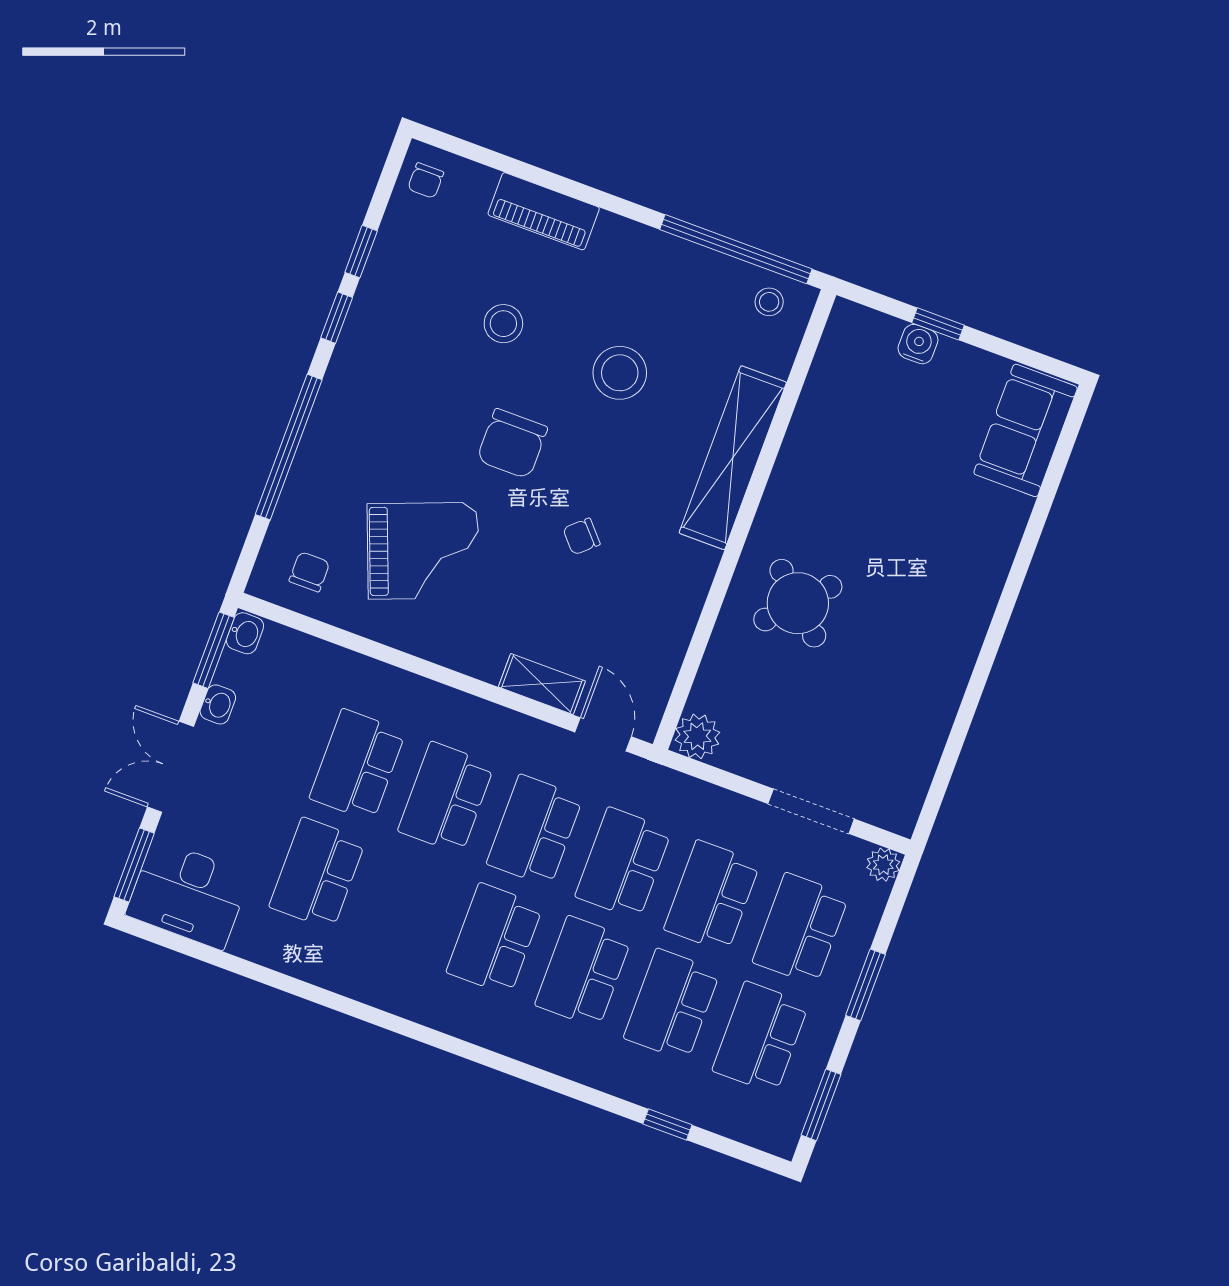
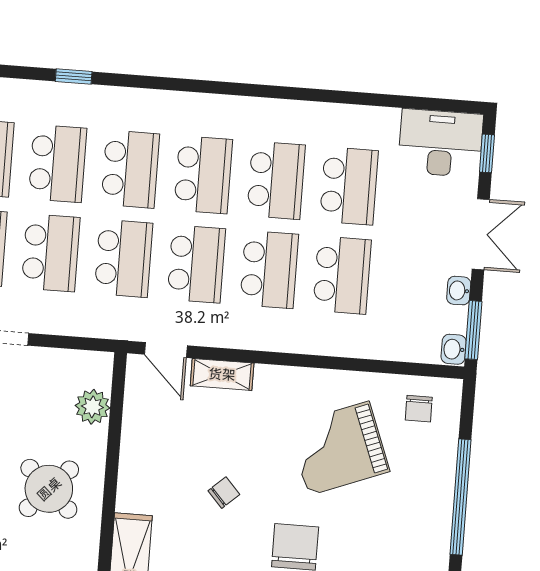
plant: (697, 736) -> (92, 407), moved
window: (134, 865) -> (487, 153), width x0.67
school desk: (406, 906) -> (276, 180), added
window: (667, 1124) -> (74, 76), moved

